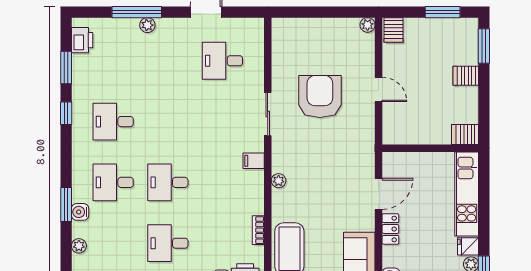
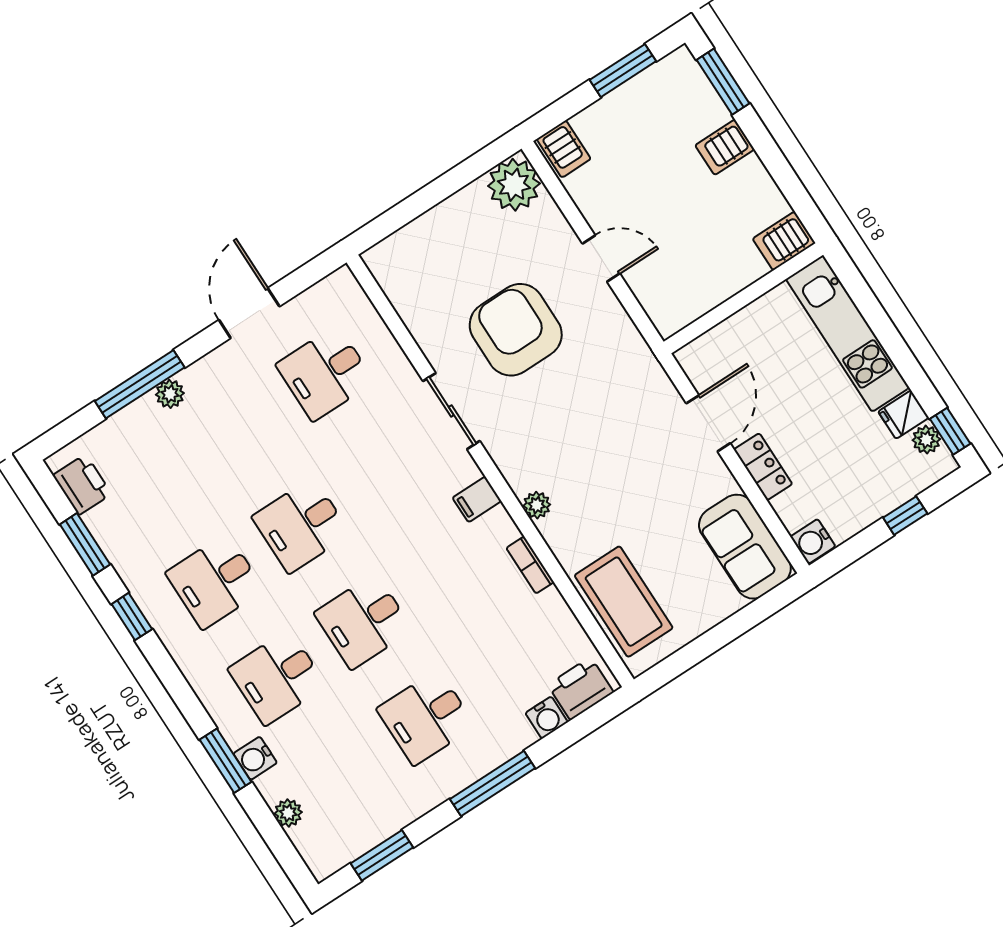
plant: (368, 25) -> (514, 185), width x1.88, depth x1.88
desk: (168, 122) -> (301, 525), added
bookcase: (258, 230) -> (530, 565), moved

